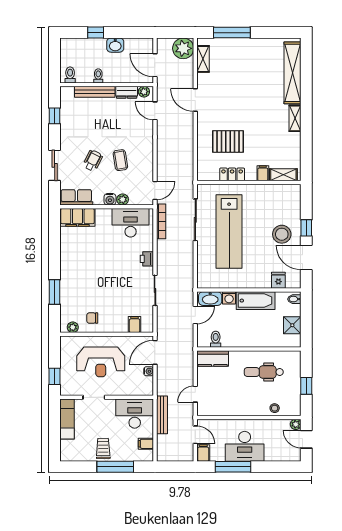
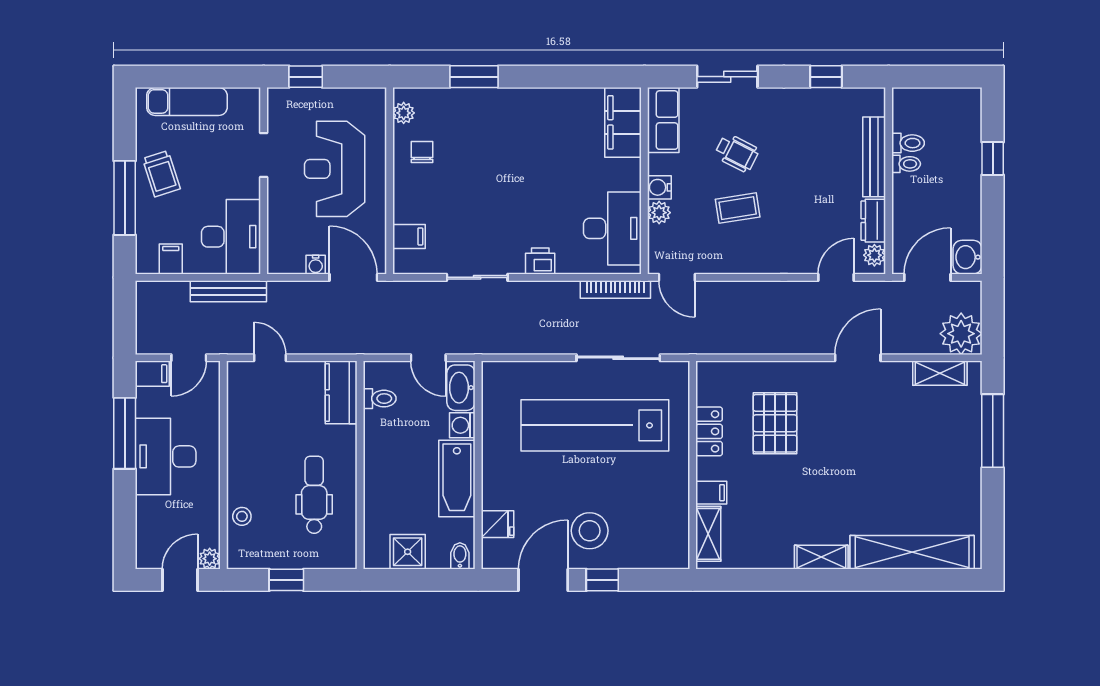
washbasin: (115, 45) -> (968, 257), moved
toilet: (70, 75) -> (908, 143), moved
exam couch: (67, 419) -> (187, 101), moved
trolley: (103, 448) -> (161, 174), turned 73

